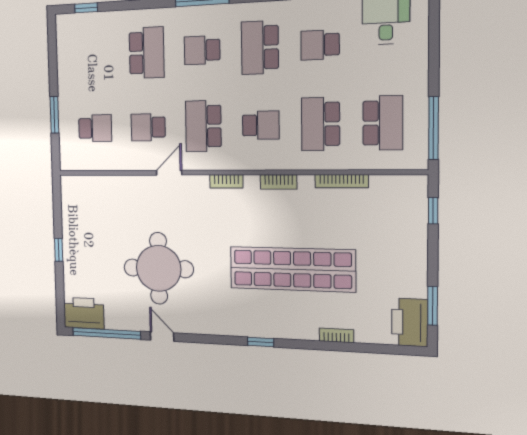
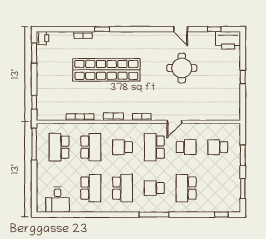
school desk: (320, 45) -> (91, 188), width x1.85
school desk: (202, 50) -> (154, 188), turned 180
window: (53, 57) -> (243, 188), added
school desk: (203, 126) -> (154, 147), turned 180
round table: (159, 268) -> (182, 68), width x0.73, depth x0.73
printer: (410, 322) -> (43, 38), width x0.53, depth x0.68
window: (107, 333) -> (214, 29), width x0.32
window: (261, 342) -> (102, 29), moved

